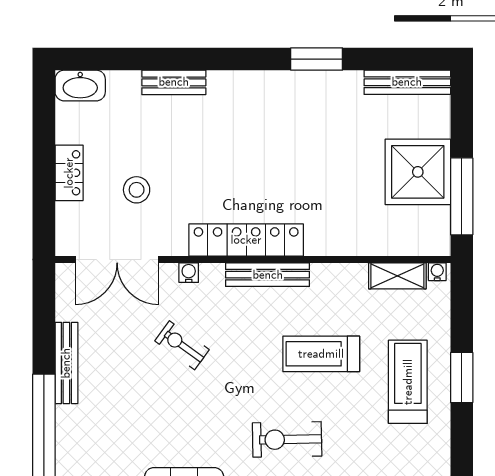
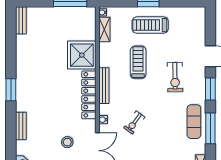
window: (317, 59) -> (11, 90), moved
bench: (407, 82) -> (21, 20), width x0.73
shower: (418, 172) -> (82, 55), moved
treadmill: (321, 354) -> (138, 62), turned 180

